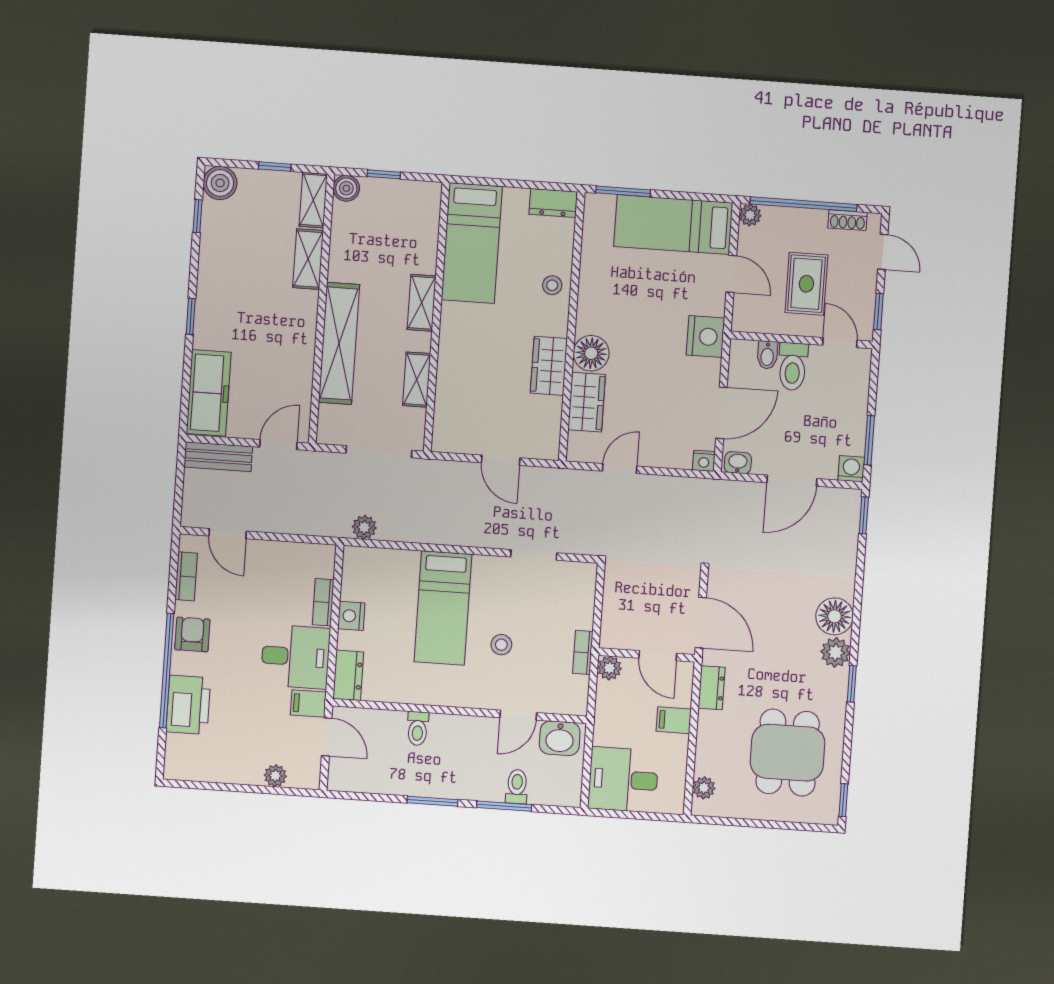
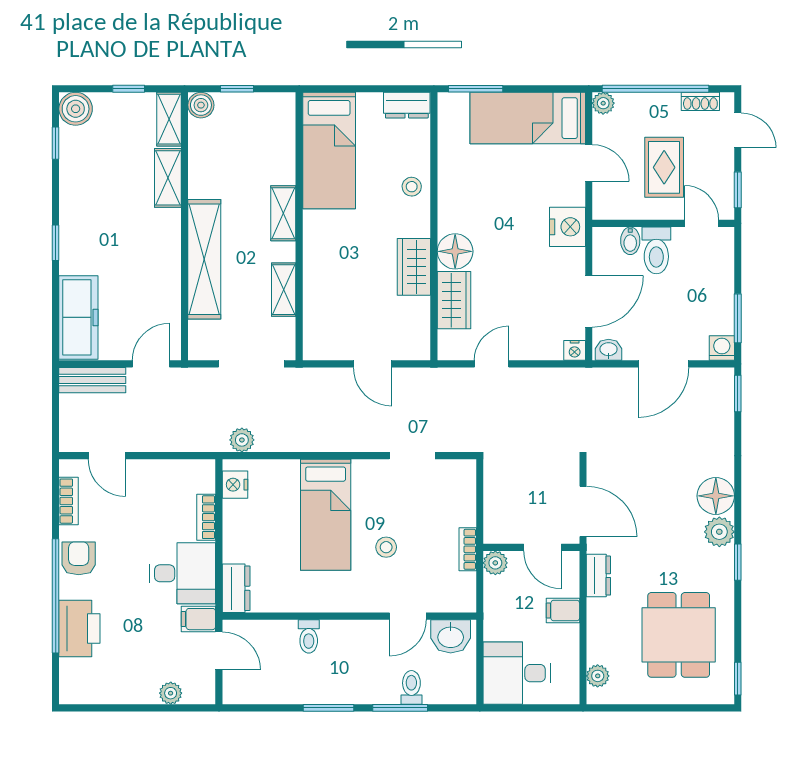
nightstand: (351, 616) -> (235, 485), moved

